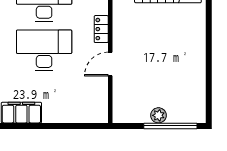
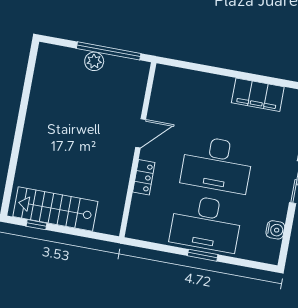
window: (170, 126) -> (109, 51), moved

